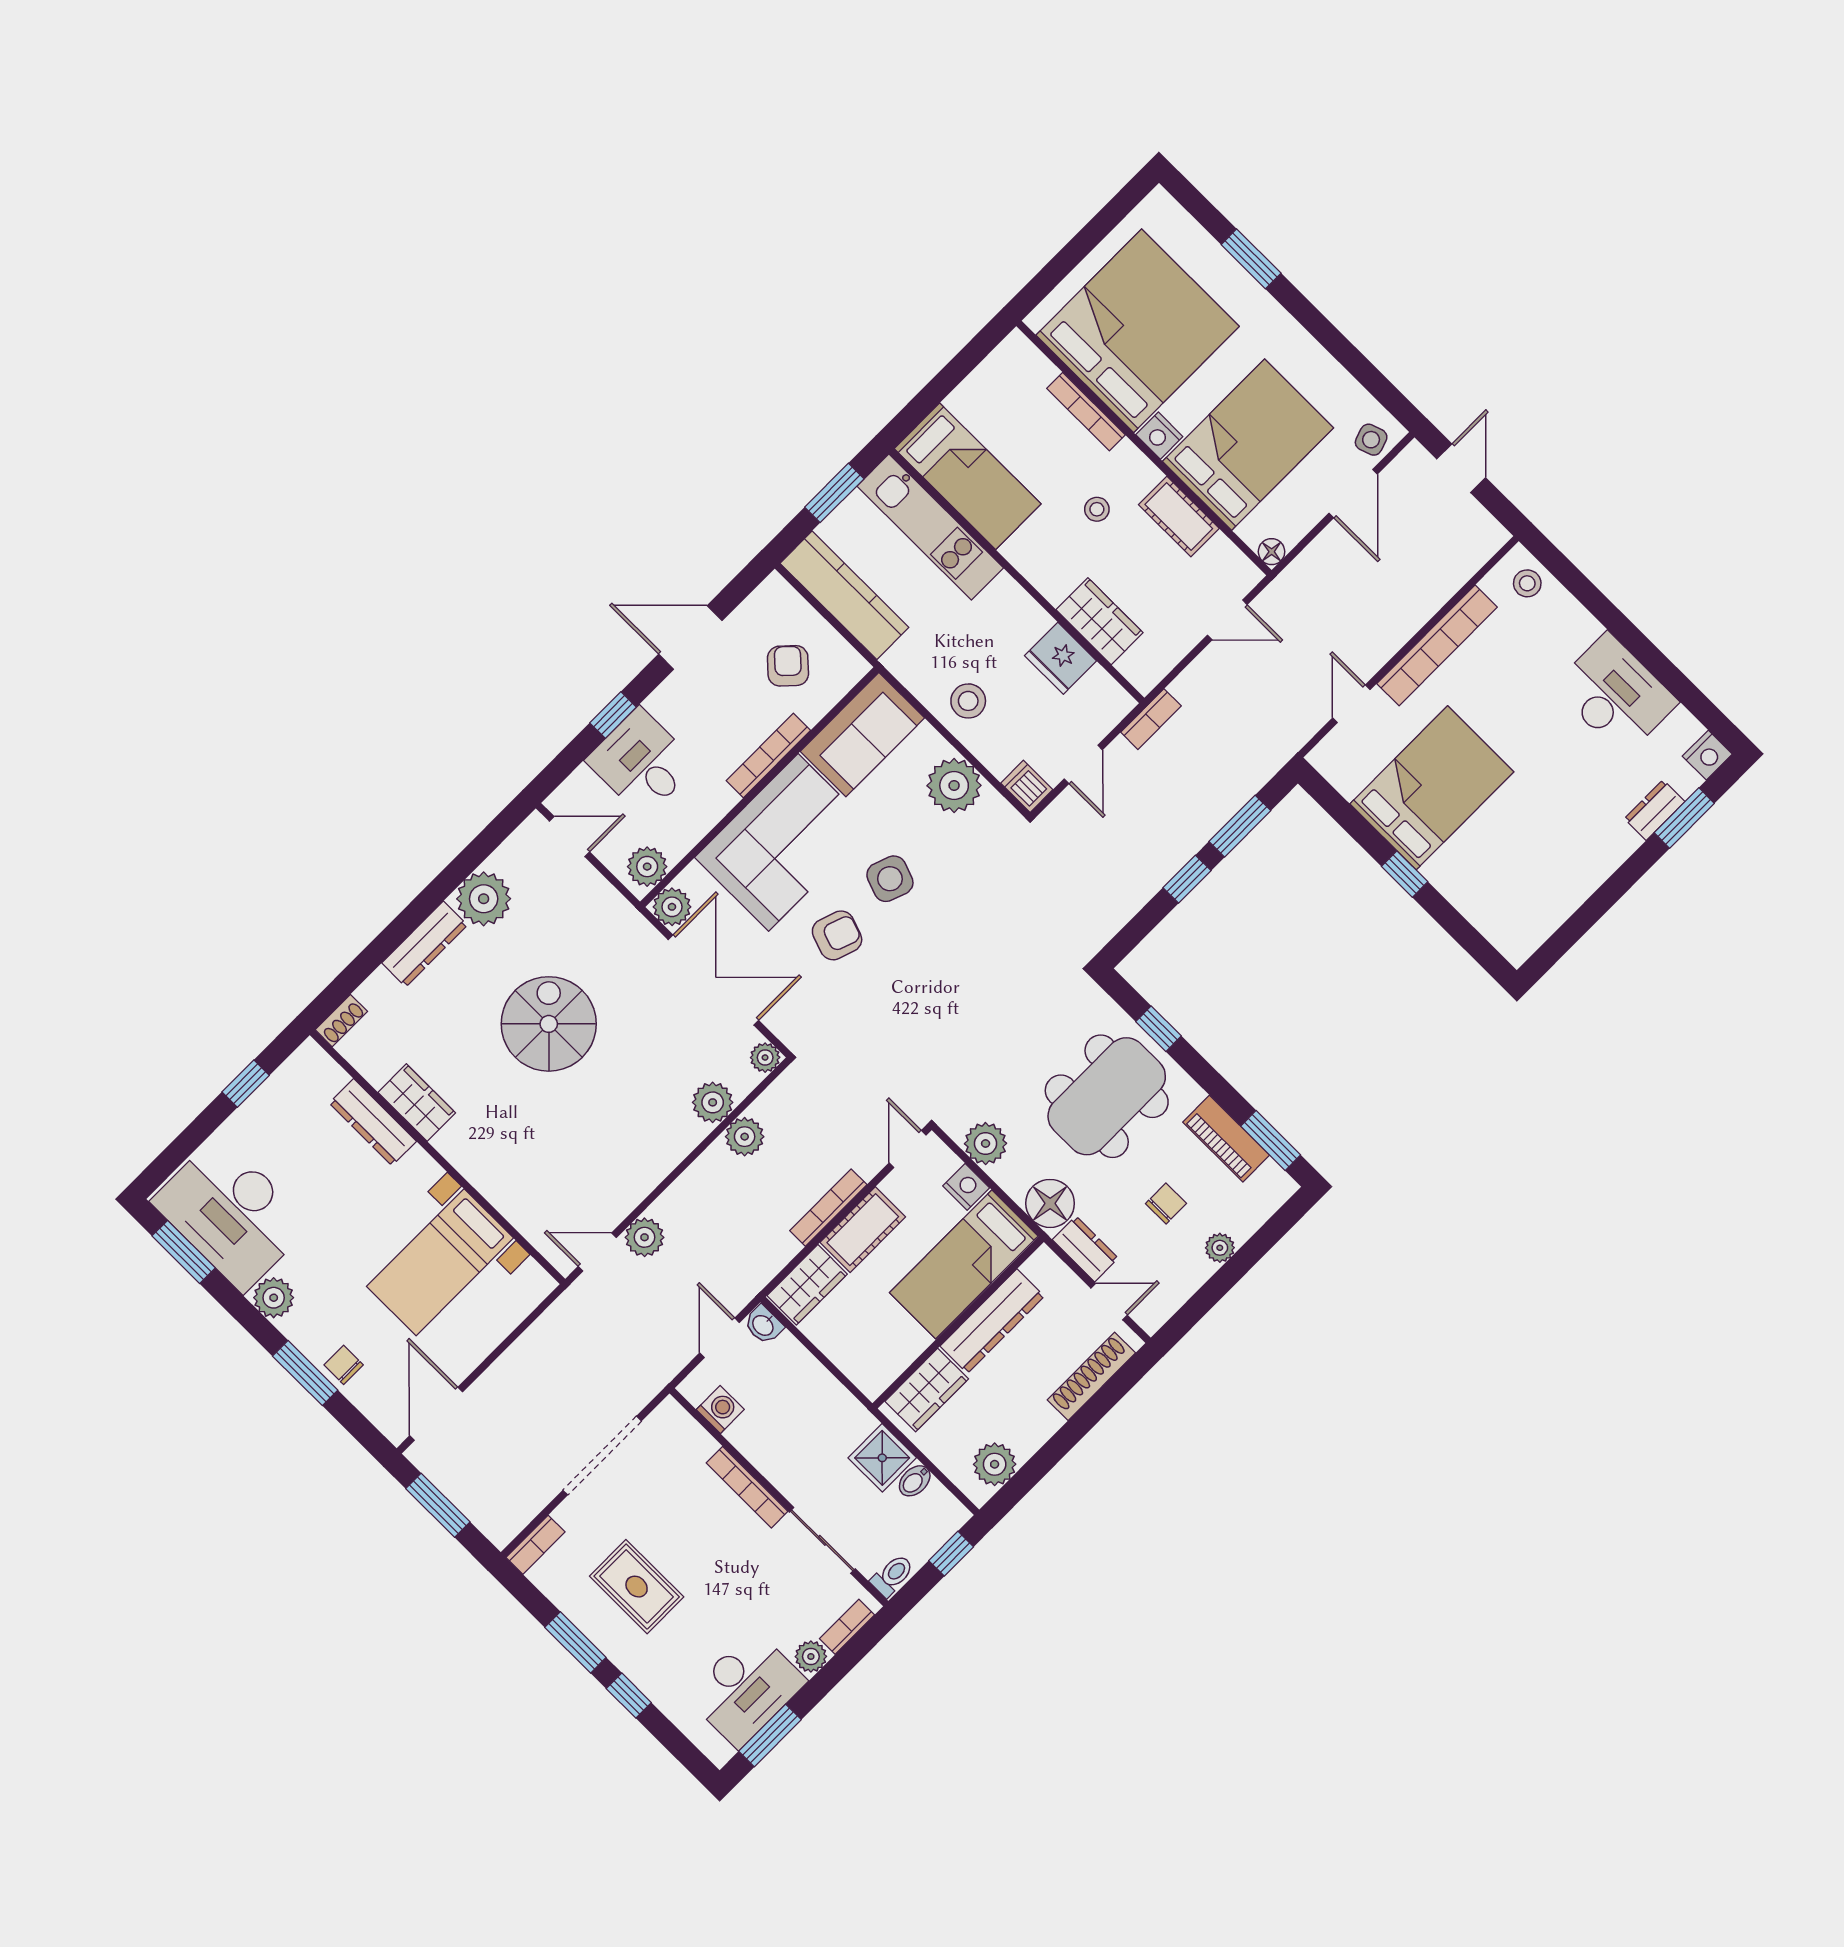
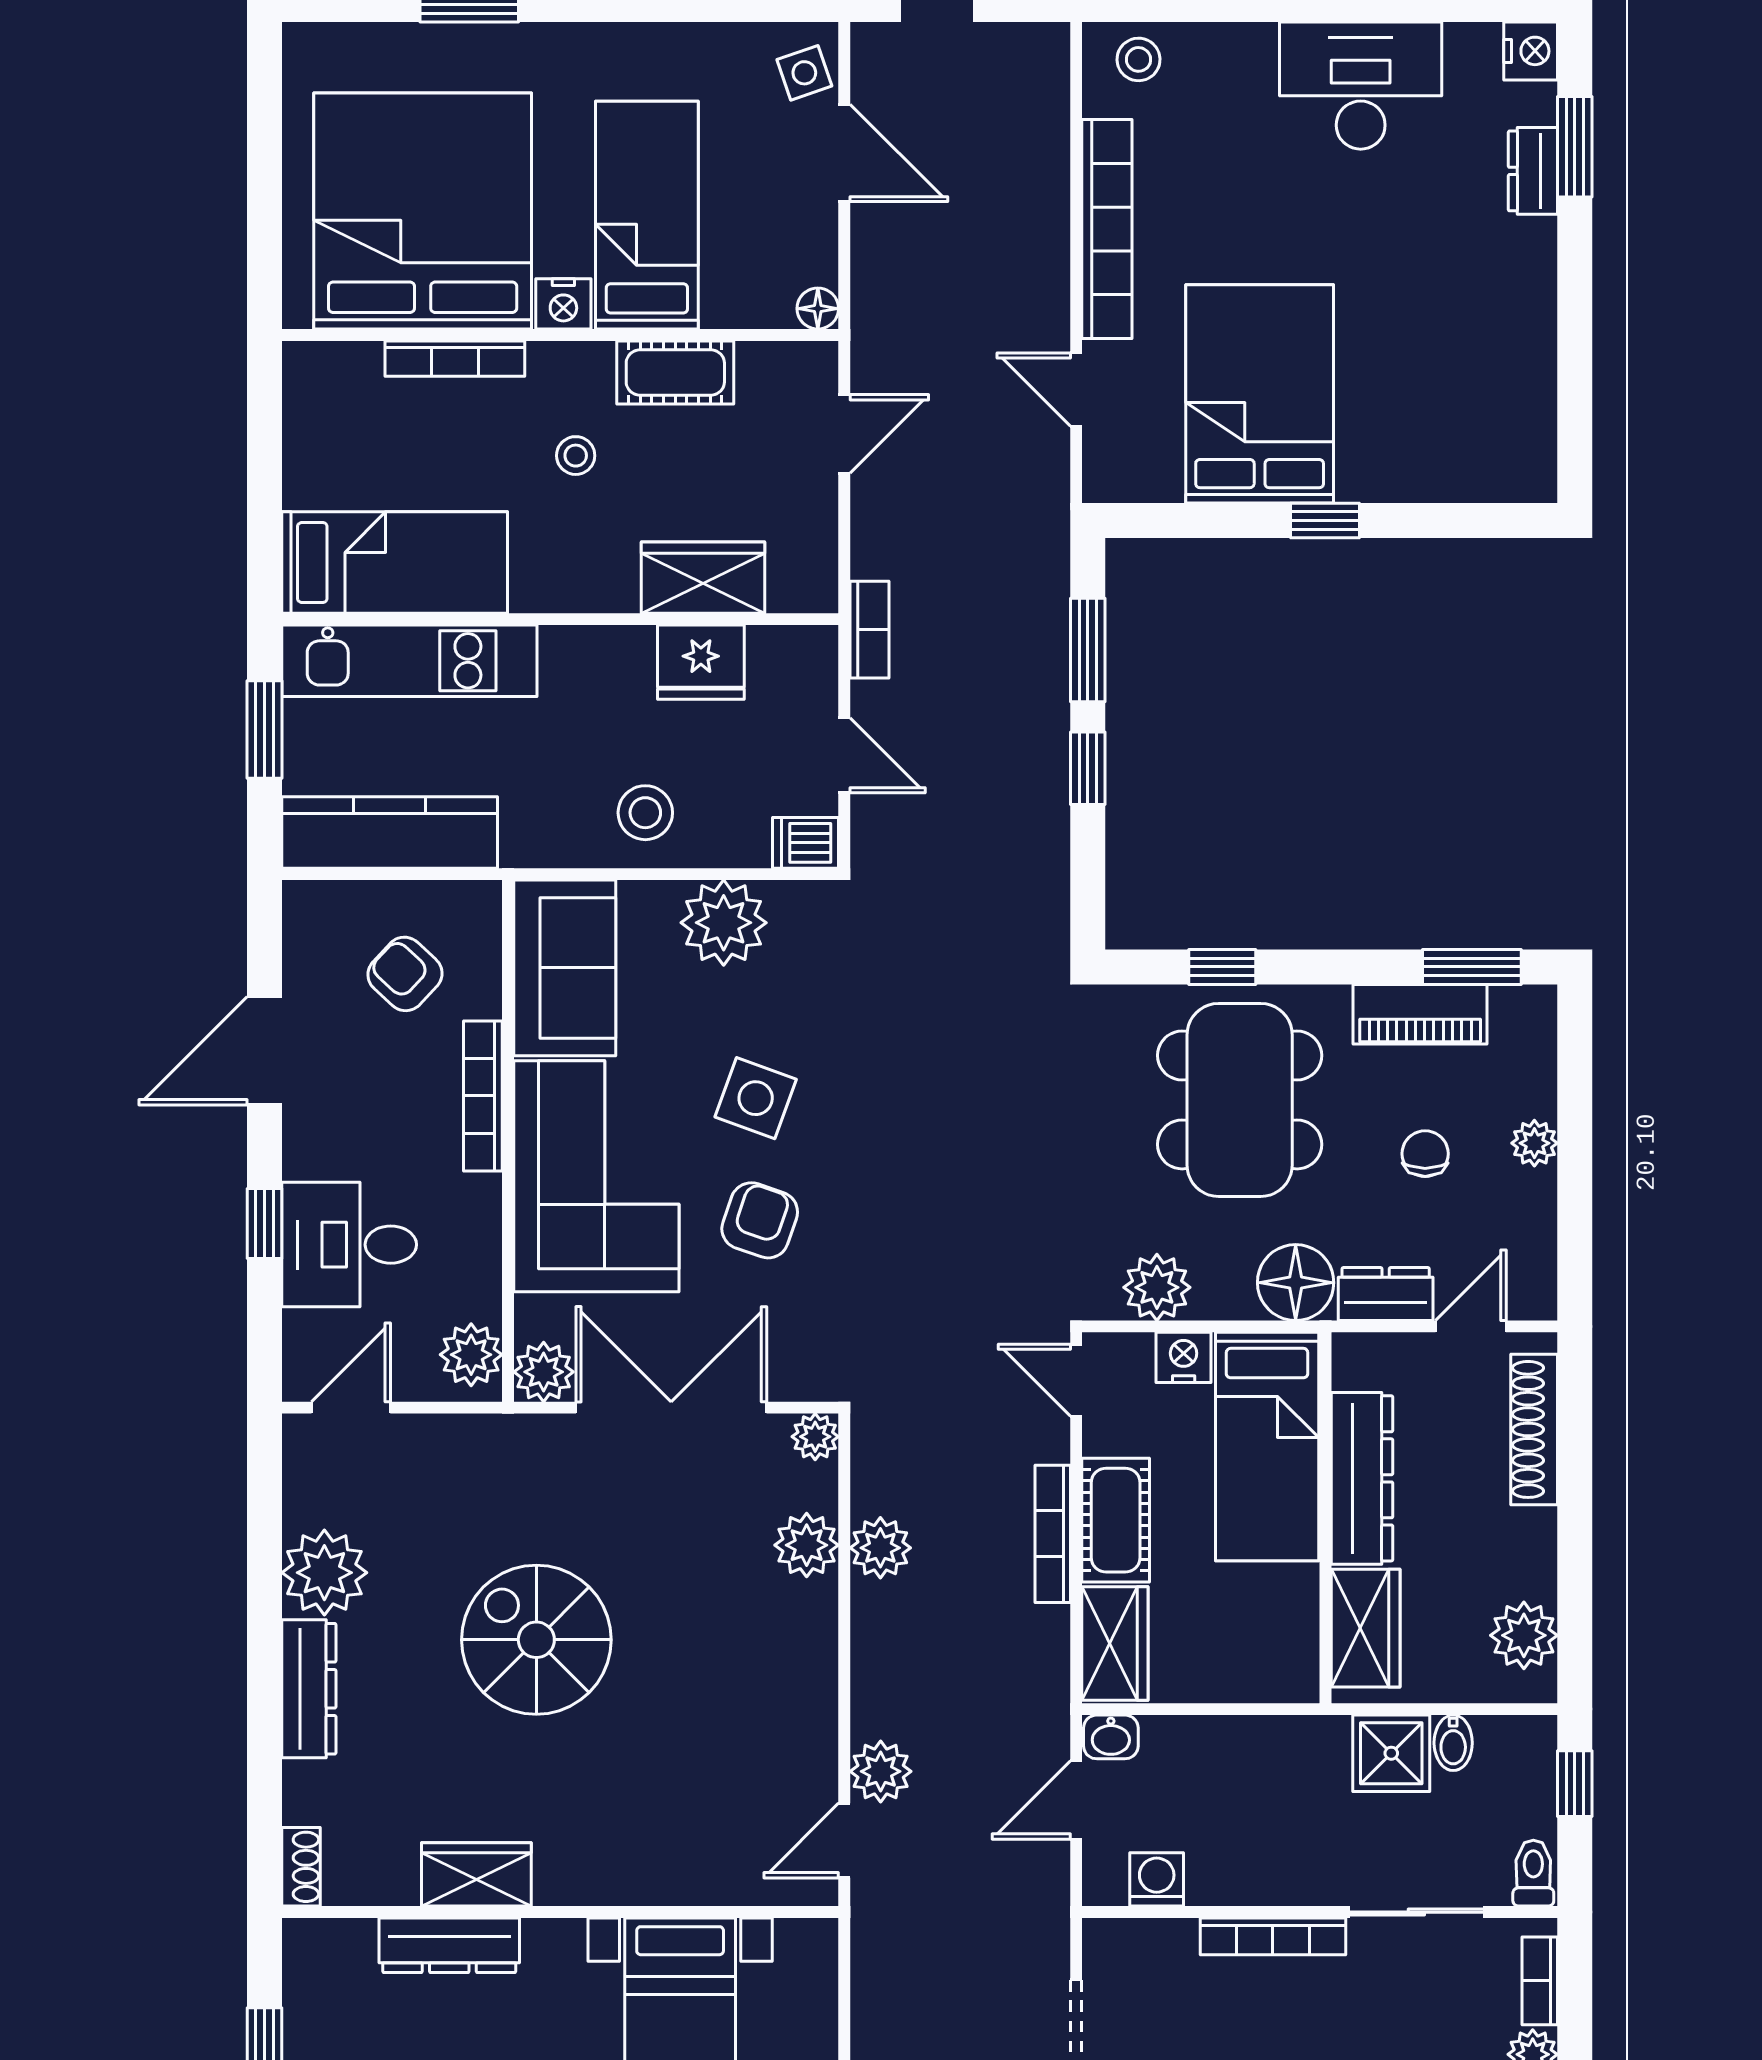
bed: (1248, 445) -> (647, 215), width x0.67
door: (720, 1338) -> (1076, 1800), hinge flipped

